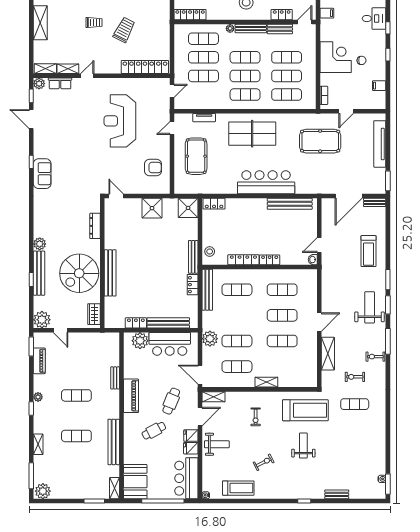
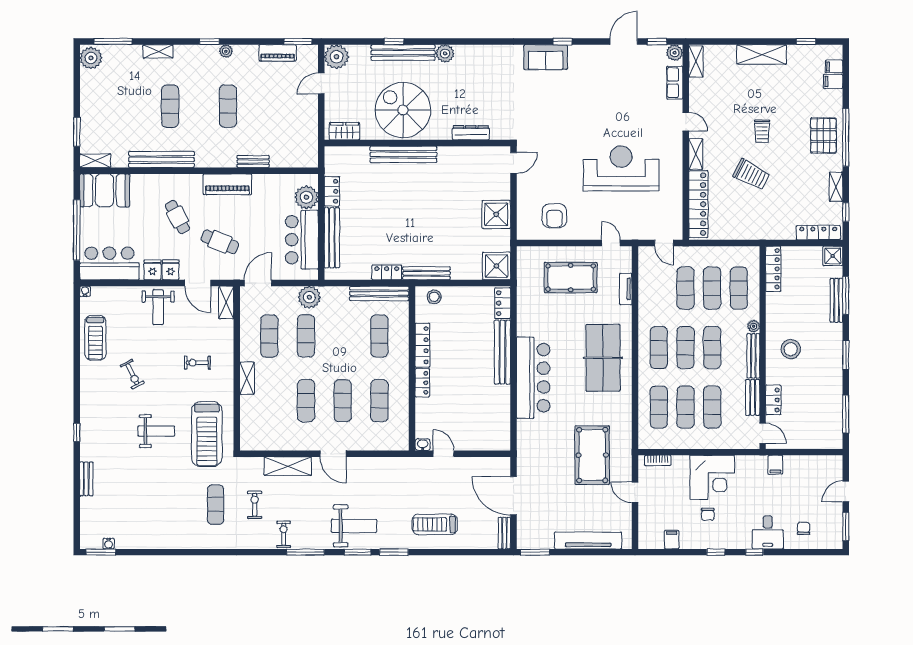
shelving: (68, 69) -> (696, 154), moved
bench: (290, 204) -> (502, 352), moved

